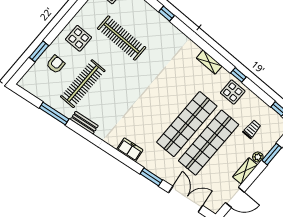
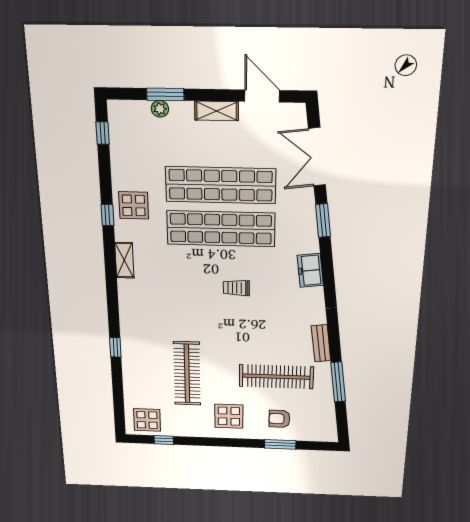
trolley: (252, 129) -> (236, 288), moved
plant: (258, 157) -> (160, 109), moved

